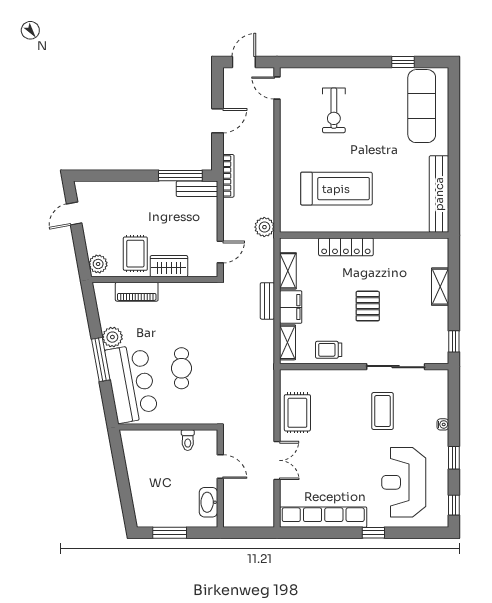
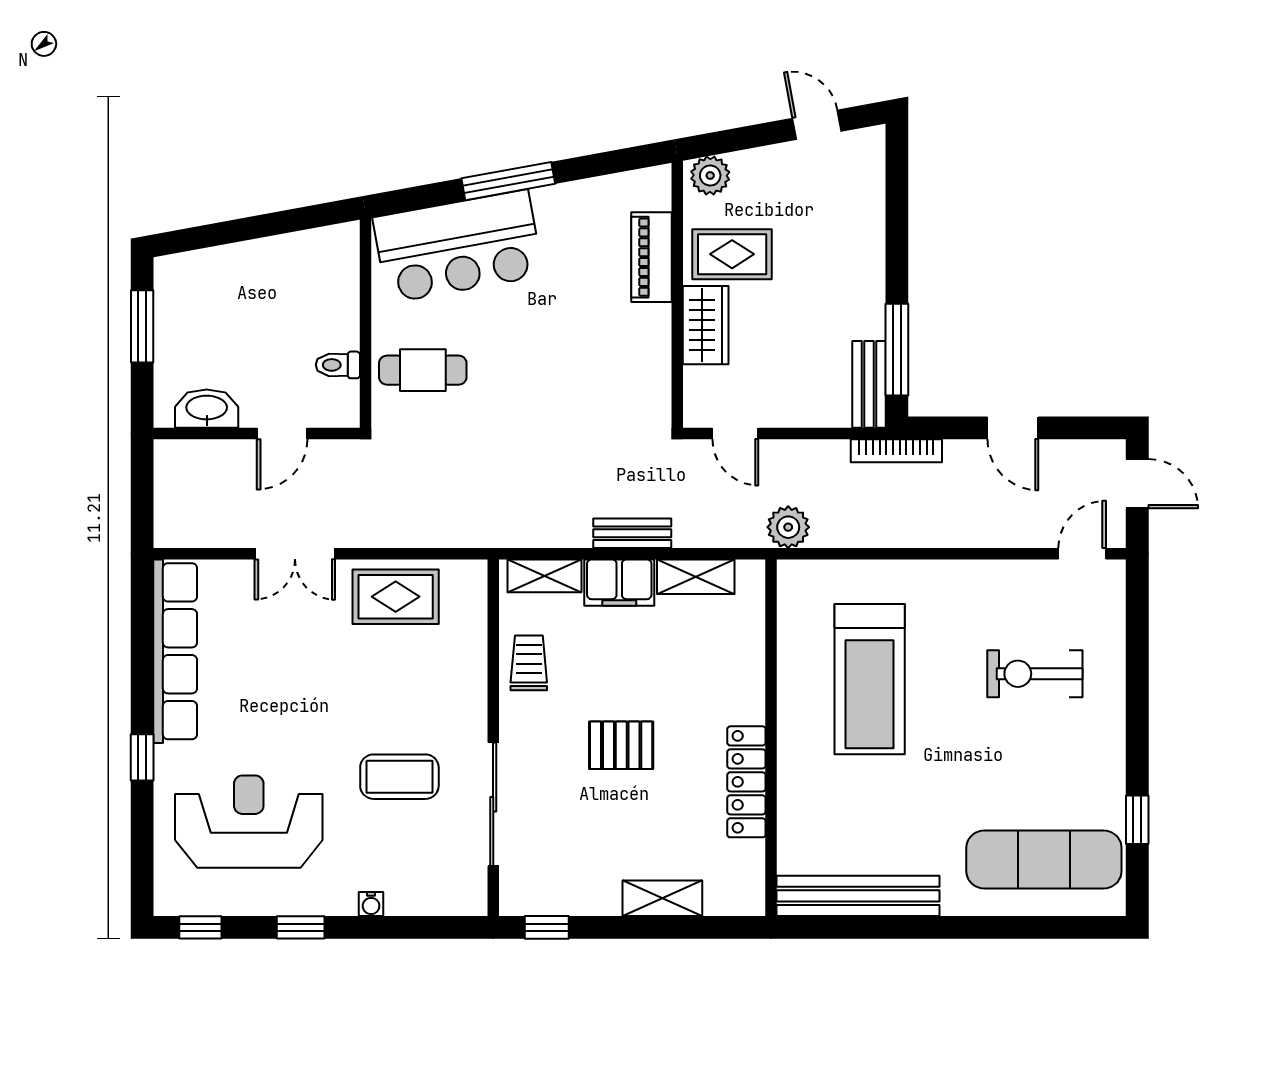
locker: (346, 247) -> (746, 782), moved
plant: (112, 337) -> (556, 206), removed
cafe table: (181, 368) -> (423, 370), moved

